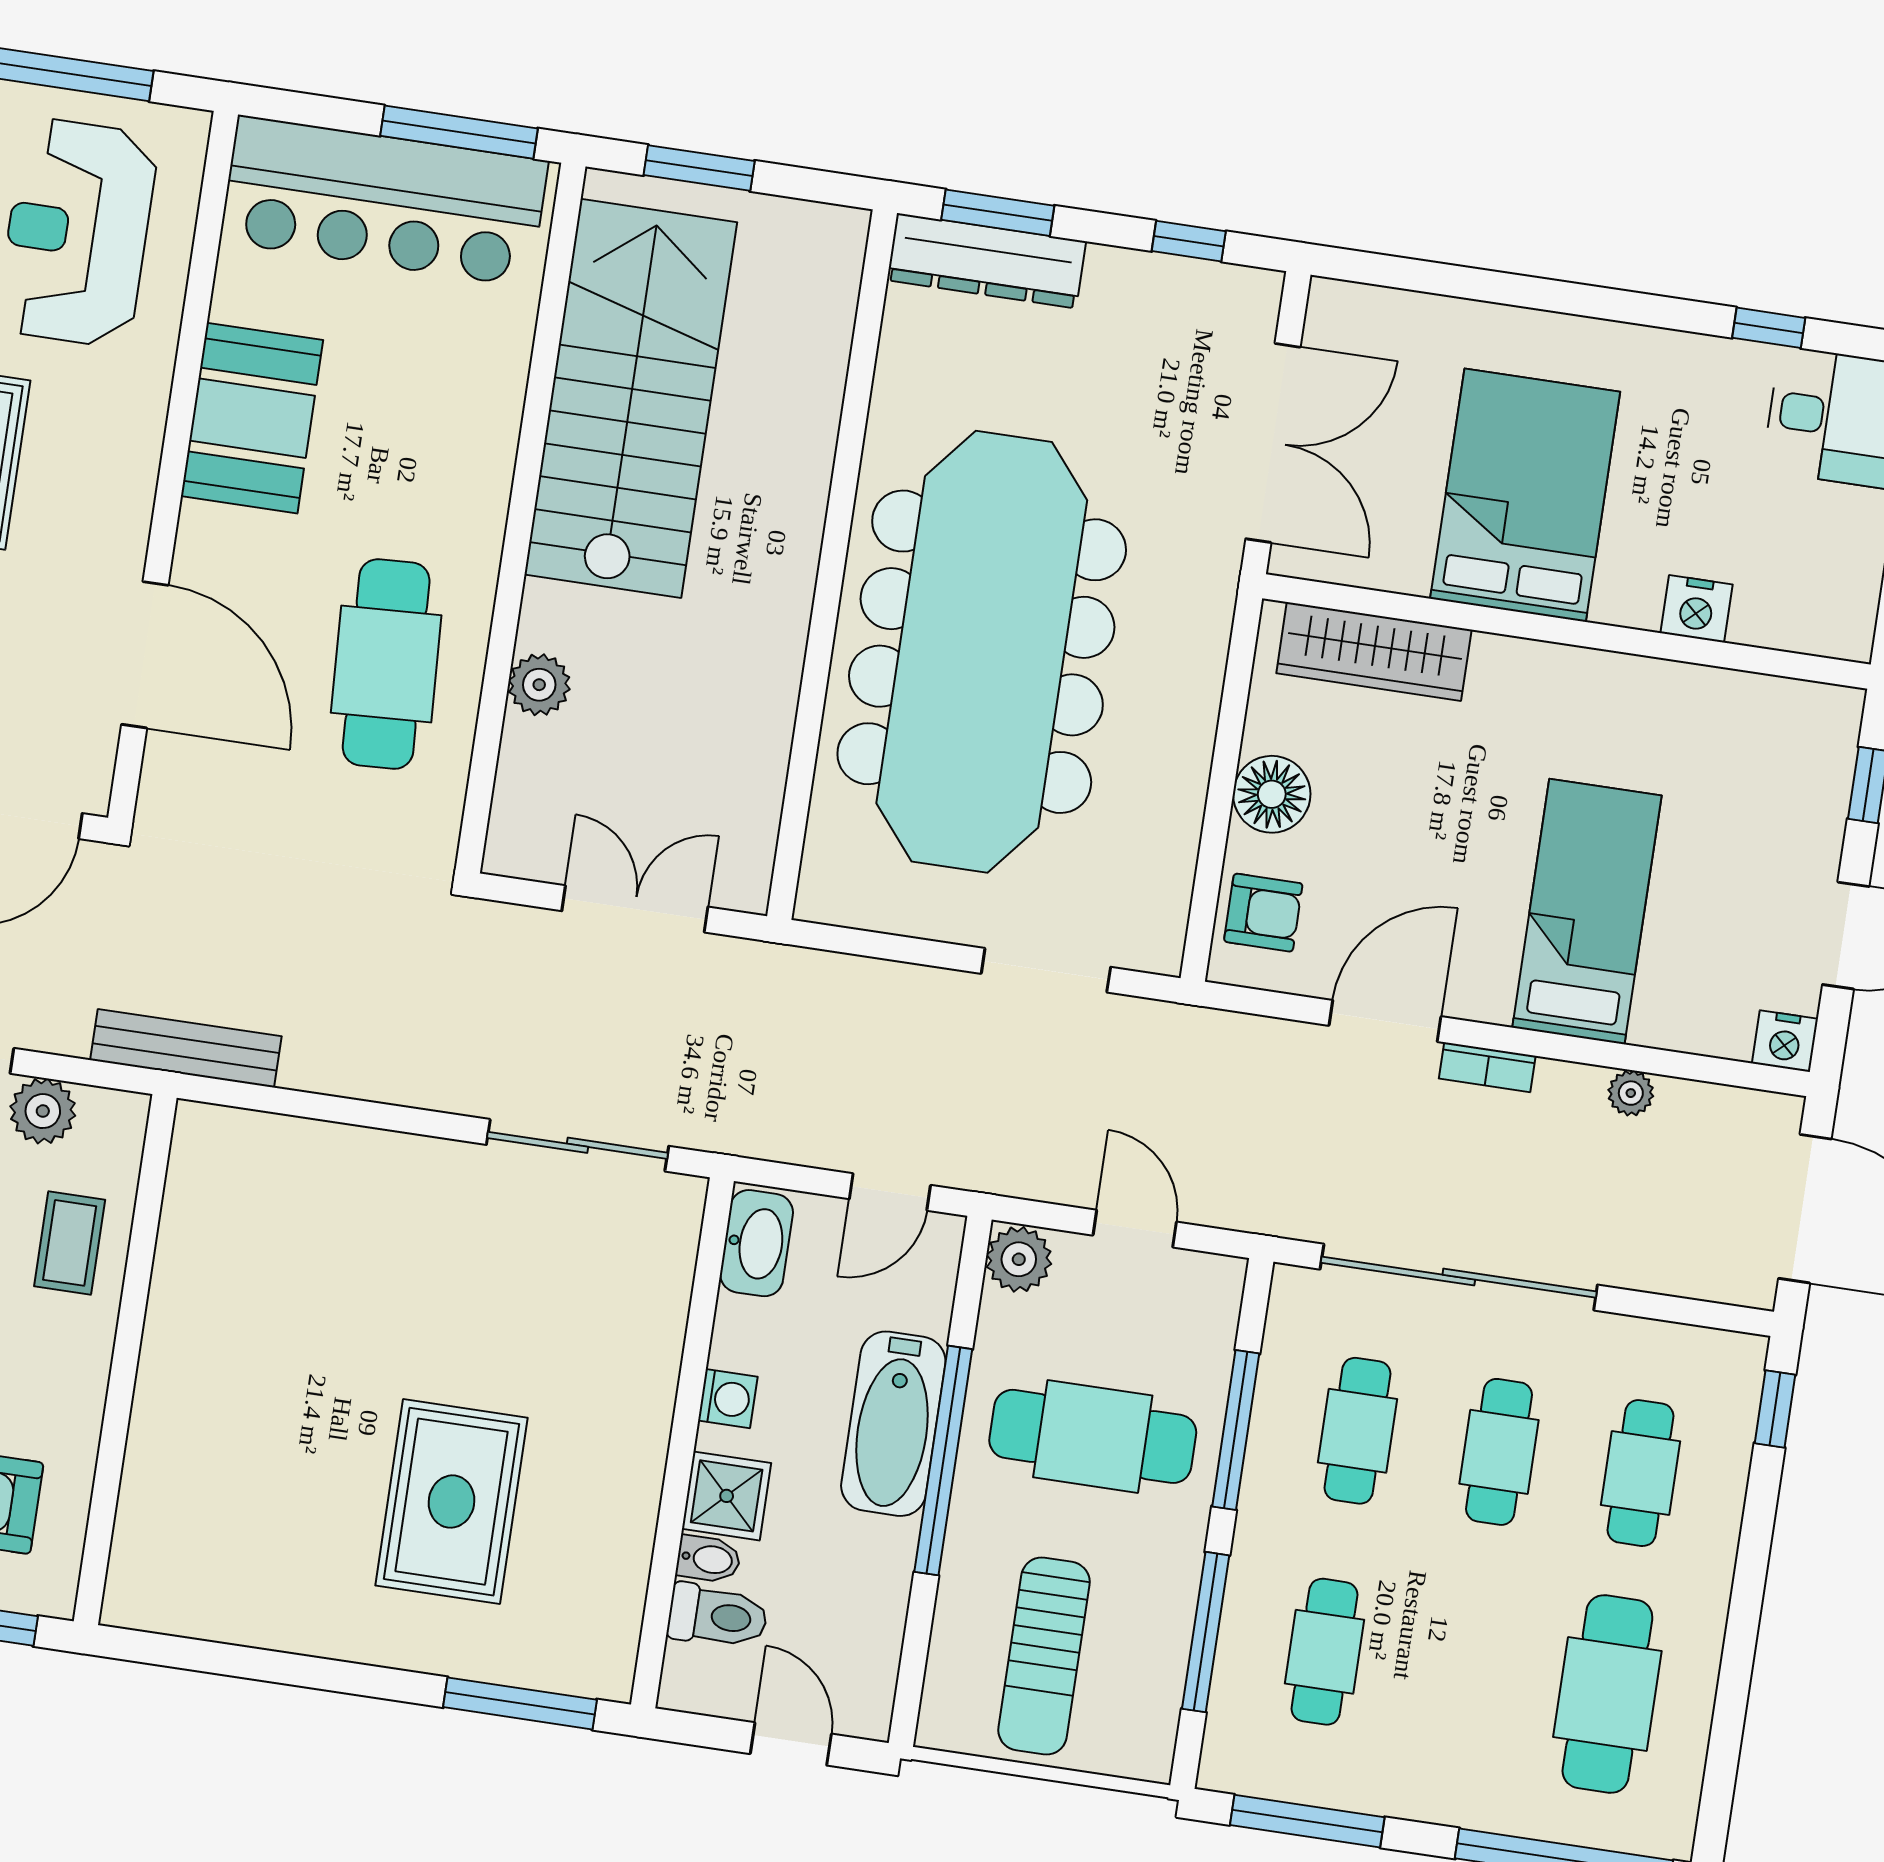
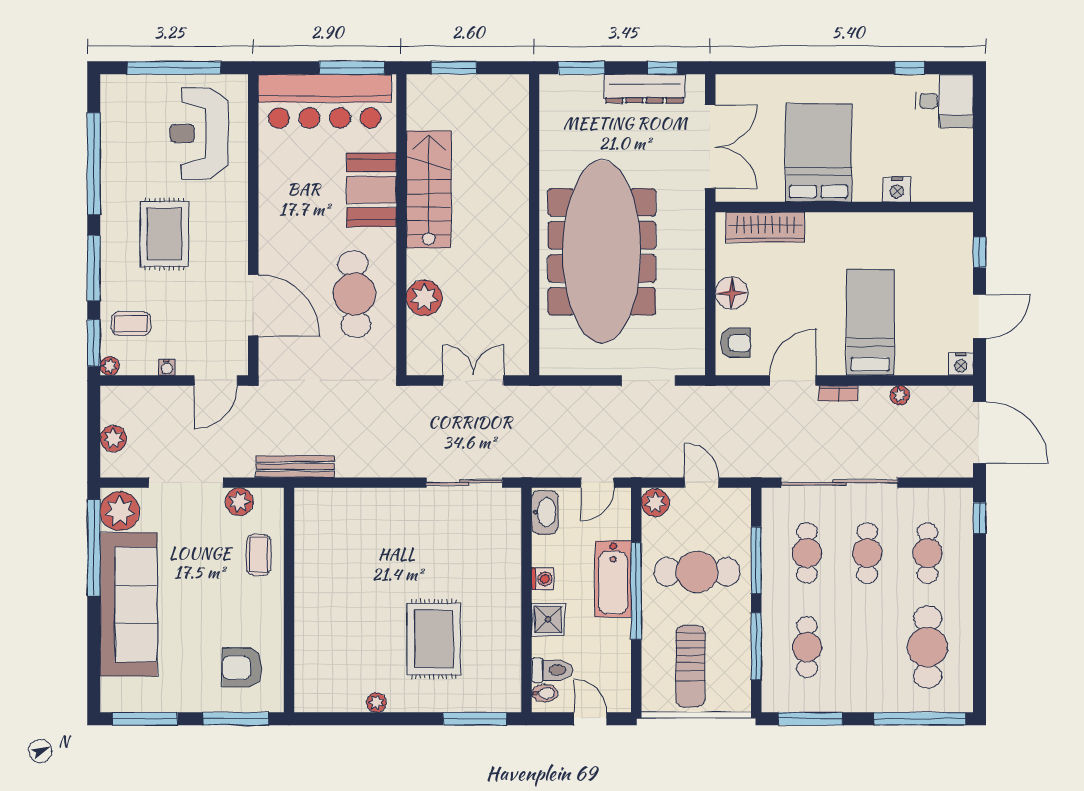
dresser: (986, 261) -> (645, 89), moved
stairs: (631, 398) -> (429, 189), width x0.73, depth x0.66
booth: (252, 418) -> (371, 190), moved
plant: (539, 685) -> (424, 298), width x1.36, depth x1.36
bidet: (709, 1559) -> (545, 693), moved
plant: (294, 1631) -> (376, 703), added

